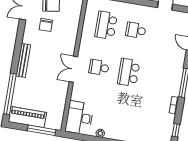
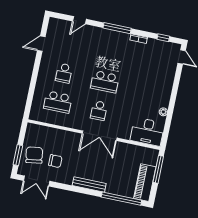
double door: (73, 69) -> (100, 136), width x1.37

